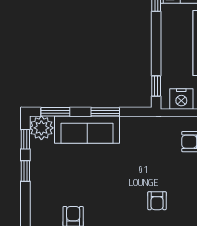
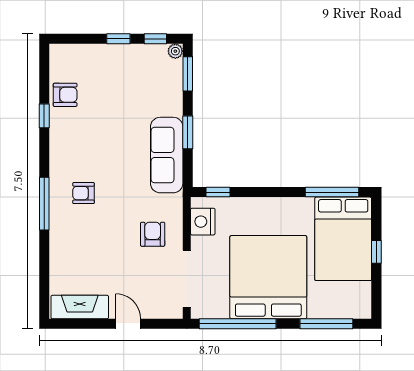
plant: (41, 128) -> (175, 51), width x0.53, depth x0.53
sofa: (87, 130) -> (167, 155), moved

